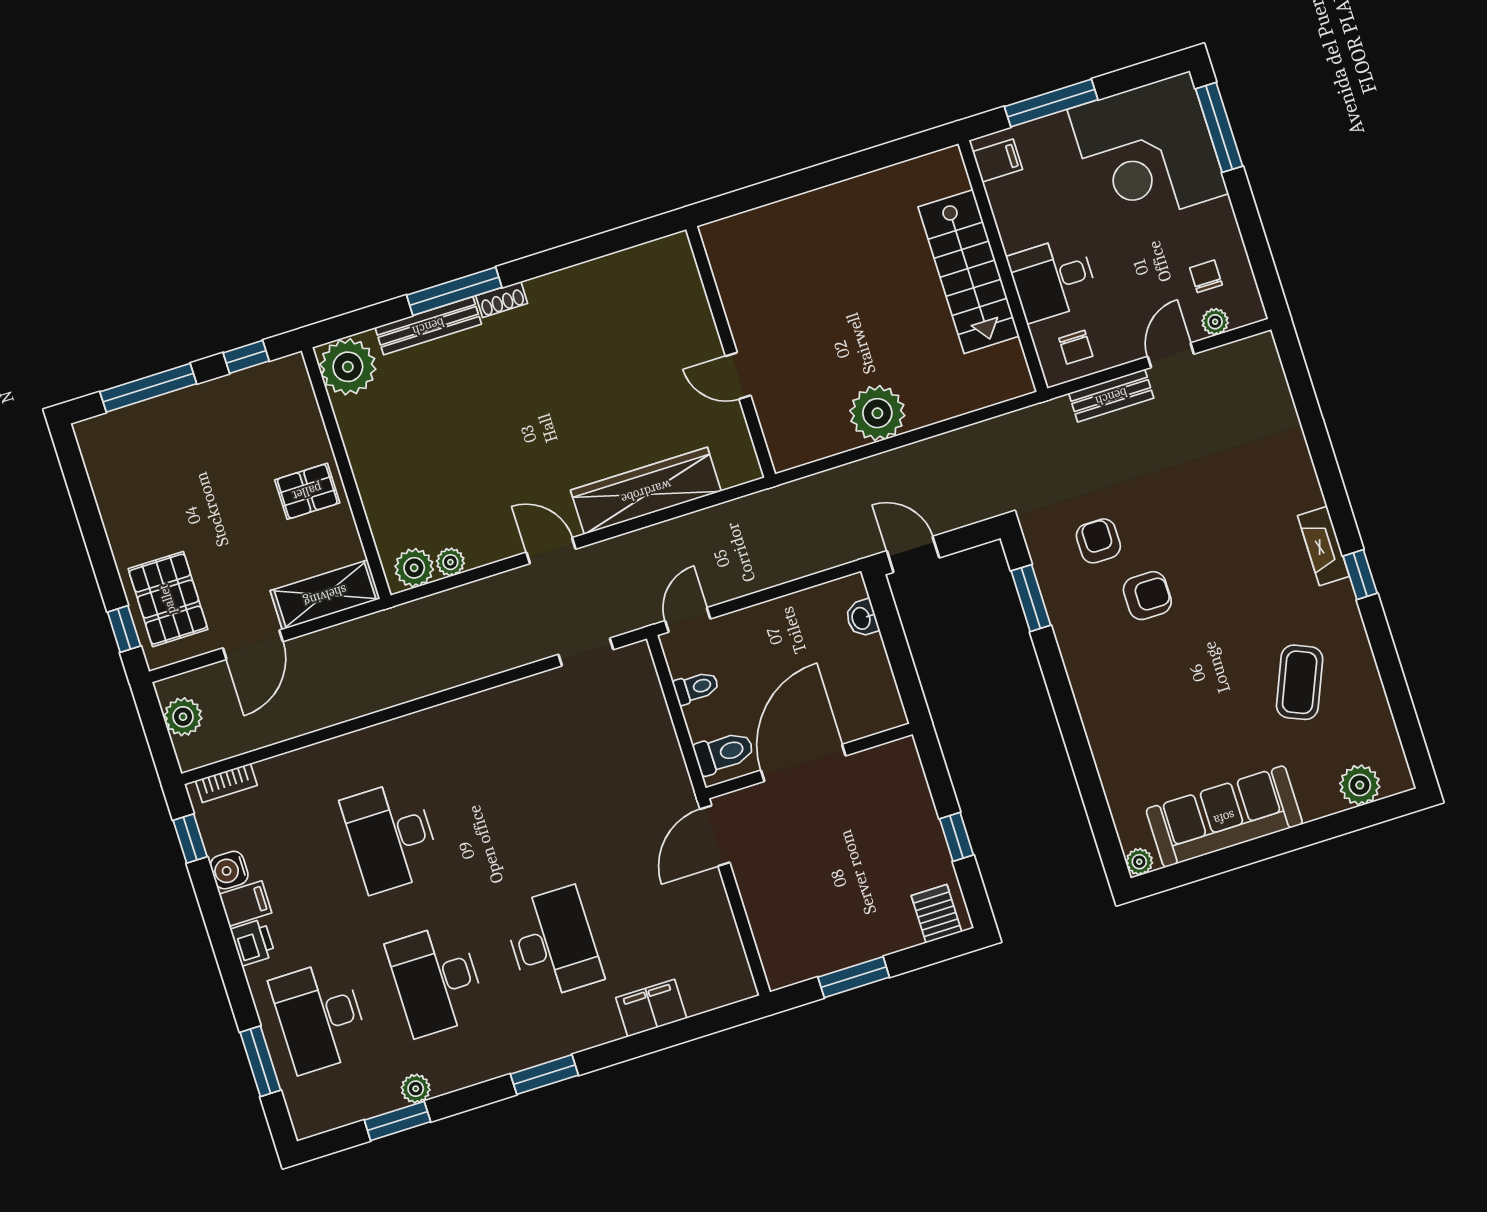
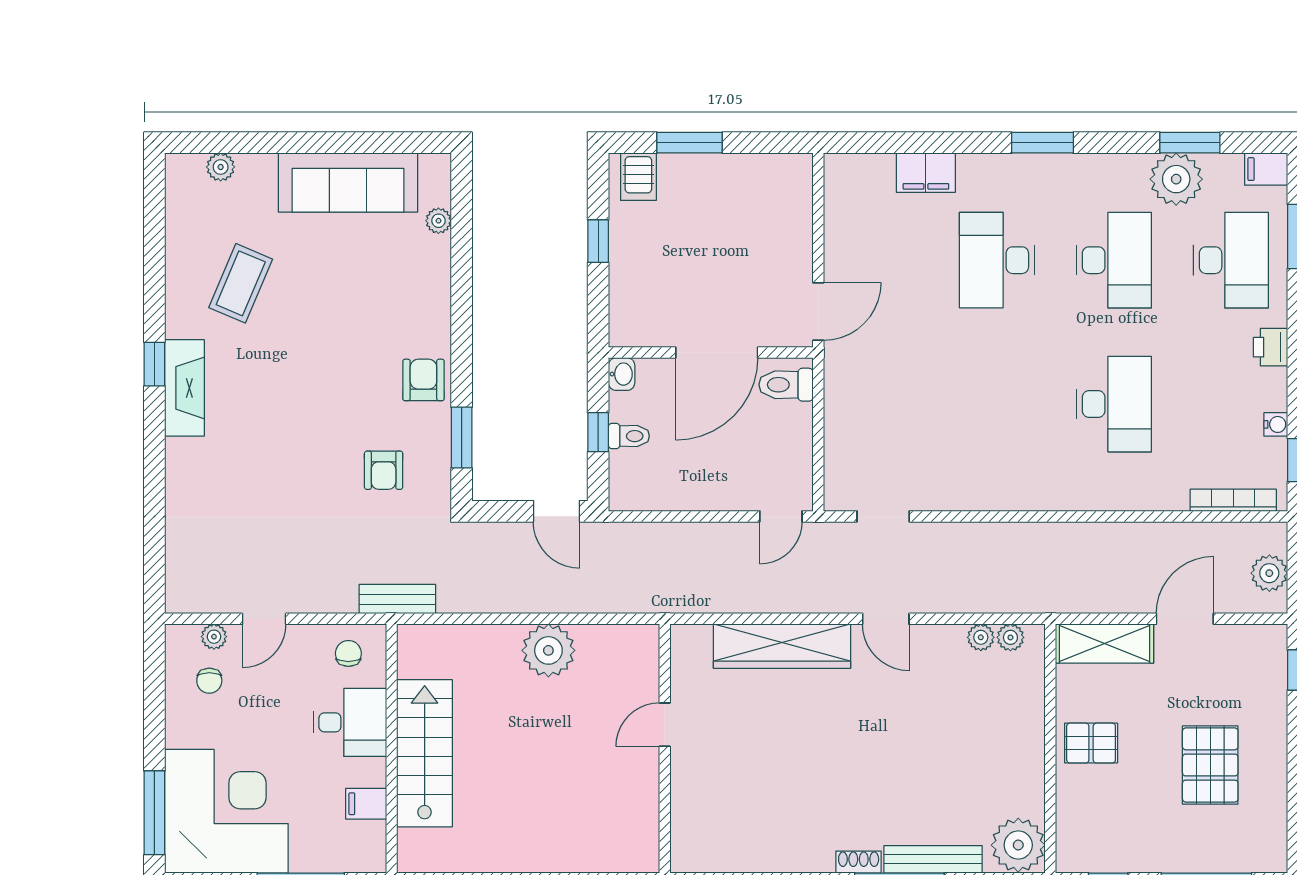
filing cabinet: (998, 160) -> (366, 804), moved
door: (738, 376) -> (665, 725), swing flipped
bench: (1111, 396) -> (397, 599), moved
fireplace: (1323, 546) -> (184, 388), width x1.37, depth x1.32
plant: (414, 568) -> (1010, 637), width x0.73, depth x0.73
armchair: (1147, 596) -> (423, 380), moved, turned 90
pallet: (168, 599) -> (1210, 765), moved
washbasin: (862, 618) -> (622, 374), moved
window: (896, 646) -> (598, 432), added
toilet: (696, 687) -> (629, 436), moved, turned 180
bookcase: (226, 783) -> (1233, 500), width x1.56
plant: (1360, 785) -> (221, 167), width x0.73, depth x0.73
plant: (1139, 862) -> (438, 221), moved
water cooler: (229, 870) -> (1276, 424), width x0.72, depth x0.72
filing cabinet: (245, 903) -> (1266, 169), moved
window: (854, 977) -> (690, 143), moved
plant: (416, 1089) -> (1176, 179), width x1.87, depth x1.87

